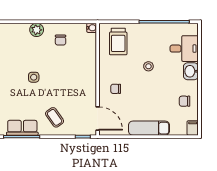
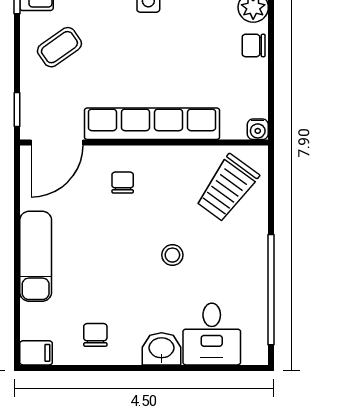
chair: (61, 40) -> (254, 45), moved
trolley: (118, 42) -> (227, 188), turned -54
row of seats: (89, 76) -> (152, 124), added

